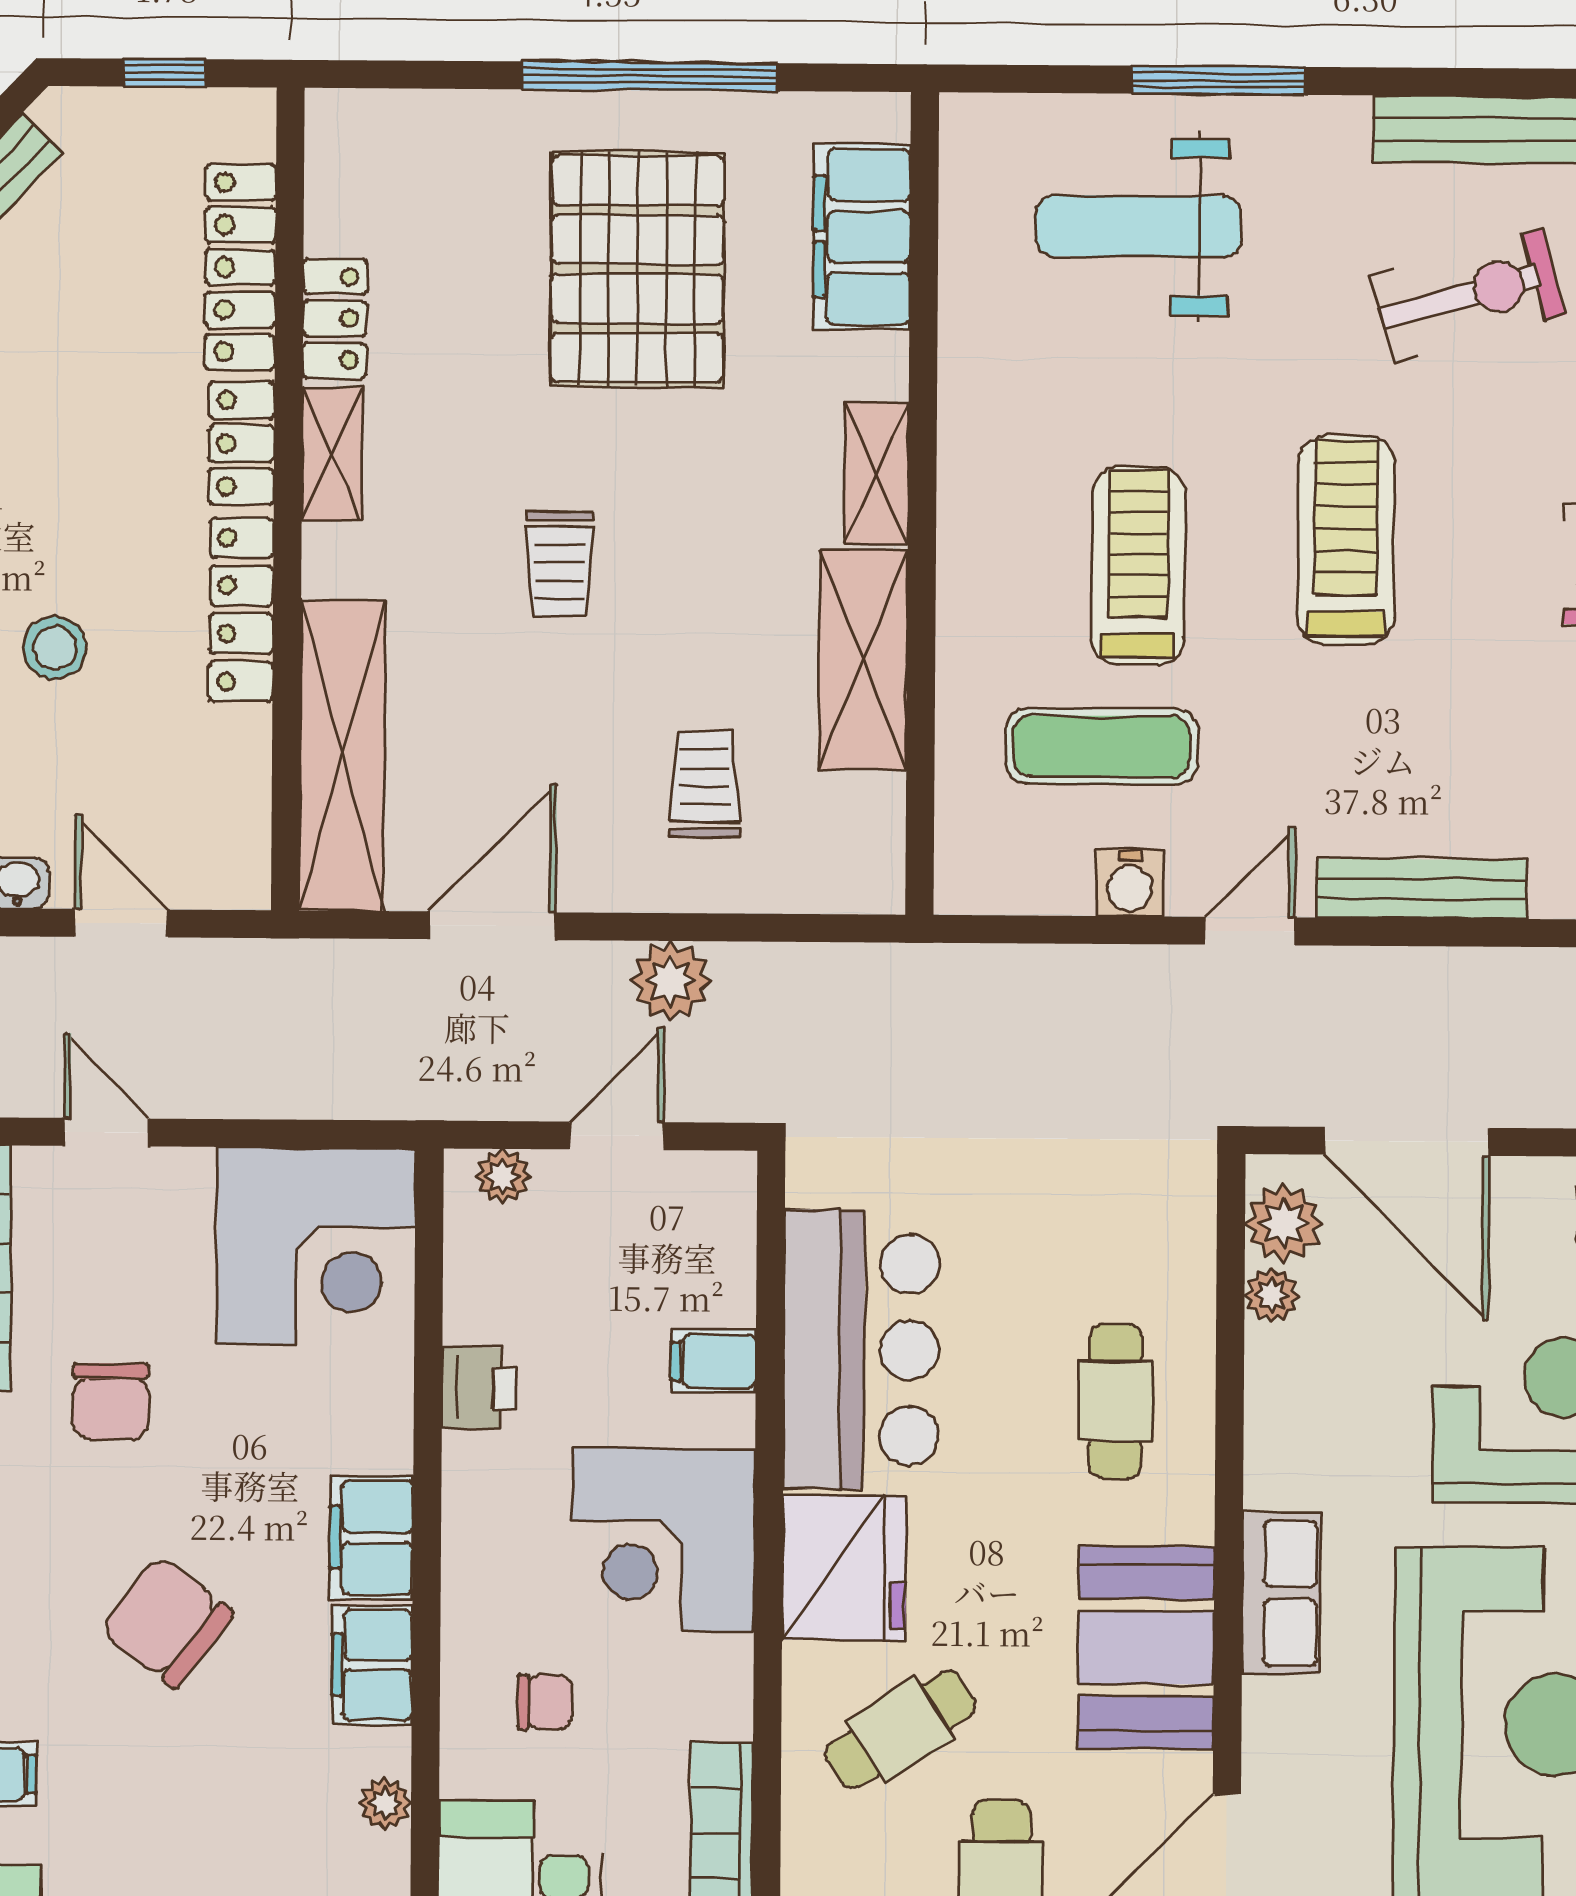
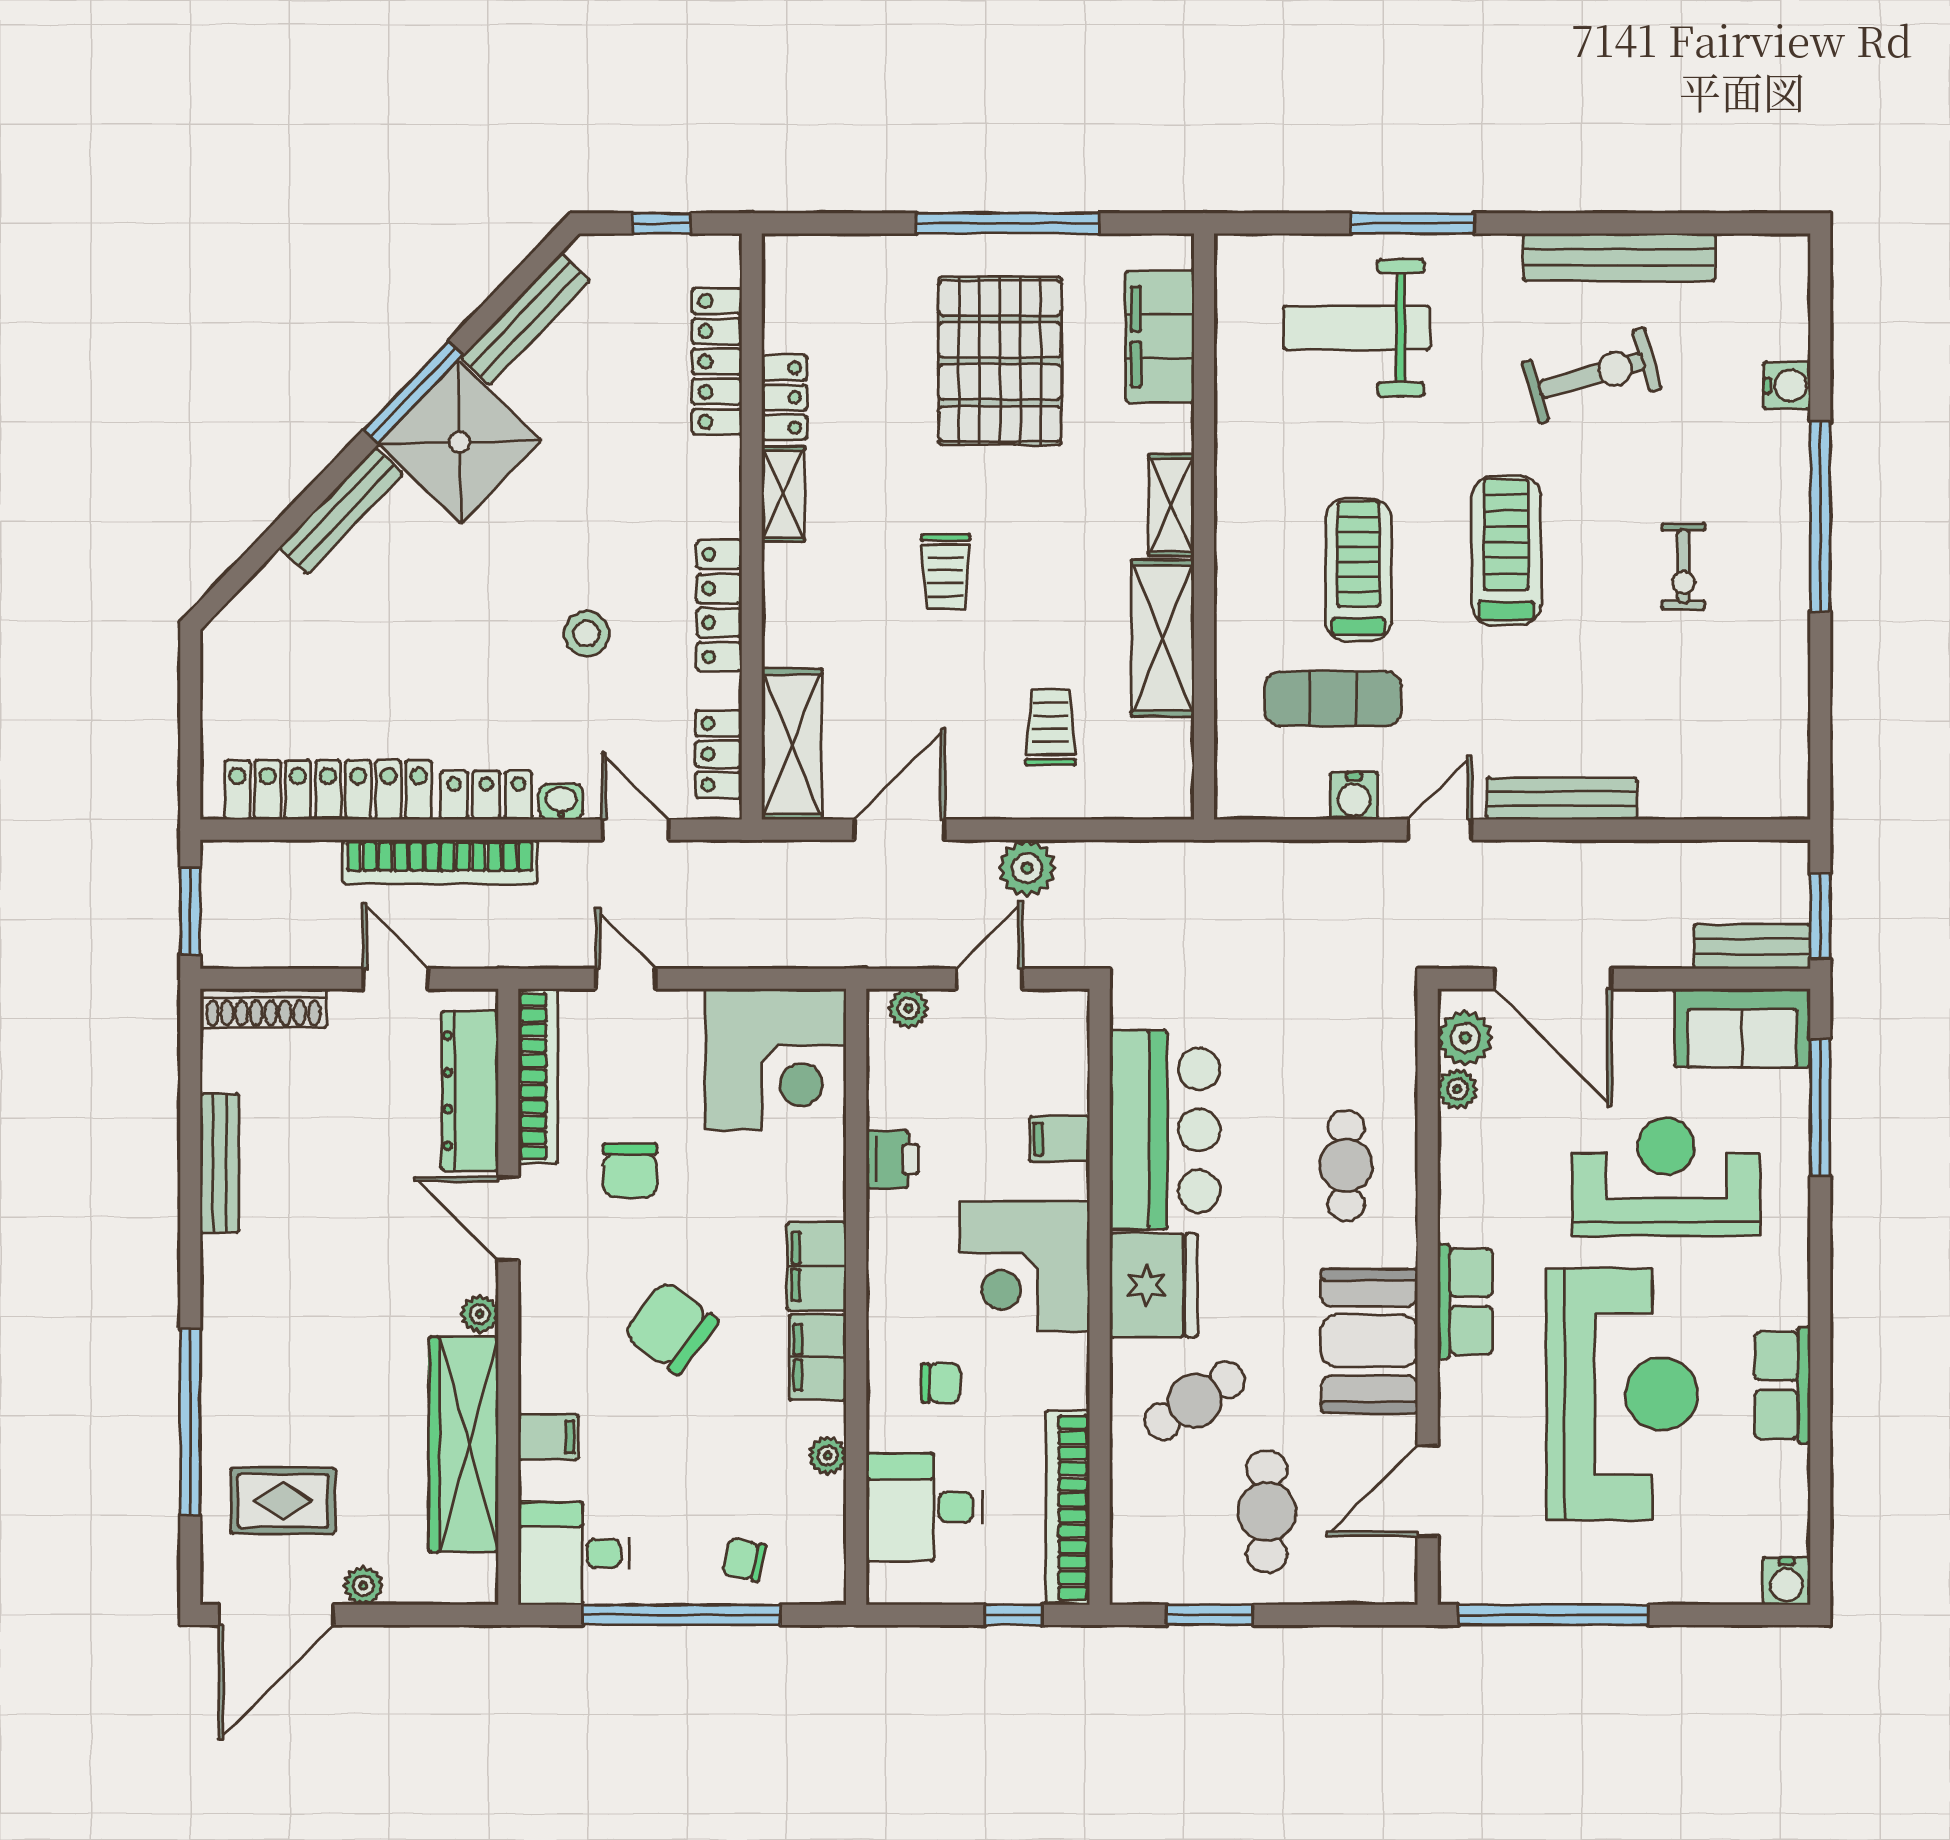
locker: (242, 443) -> (719, 754), moved
shelving: (342, 756) -> (792, 744), width x0.68

